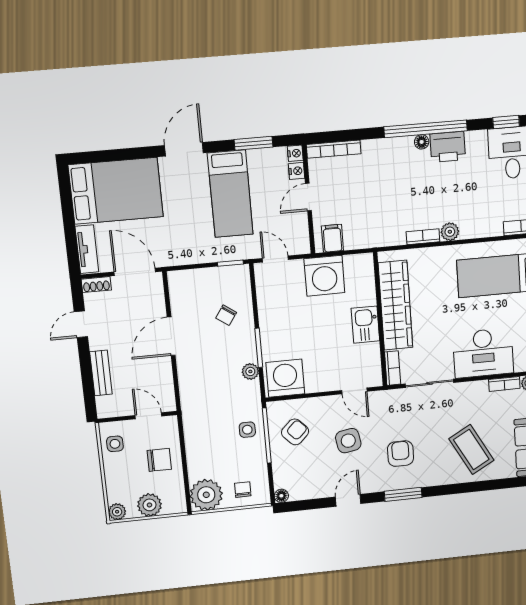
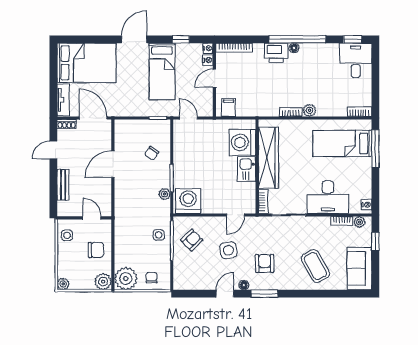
window: (254, 143) -> (181, 39), width x0.67
printer: (448, 147) -> (276, 53), moved
washing machine: (324, 276) -> (243, 142), moved, turned 90
door: (354, 391) -> (235, 215), hinge flipped
floor lamp: (281, 496) -> (244, 285), moved
plant: (150, 505) -> (103, 282), moved

